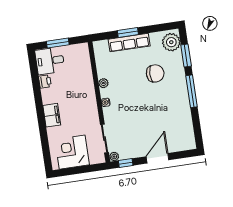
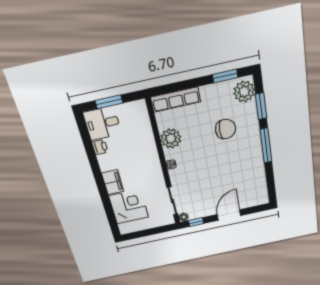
window: (128, 33) -> (225, 76), moved
row of seats: (129, 43) -> (176, 100), moved
plant: (103, 83) -> (171, 139), width x1.88, depth x1.88
corner desk: (72, 152) -> (129, 207), moved, turned 90

